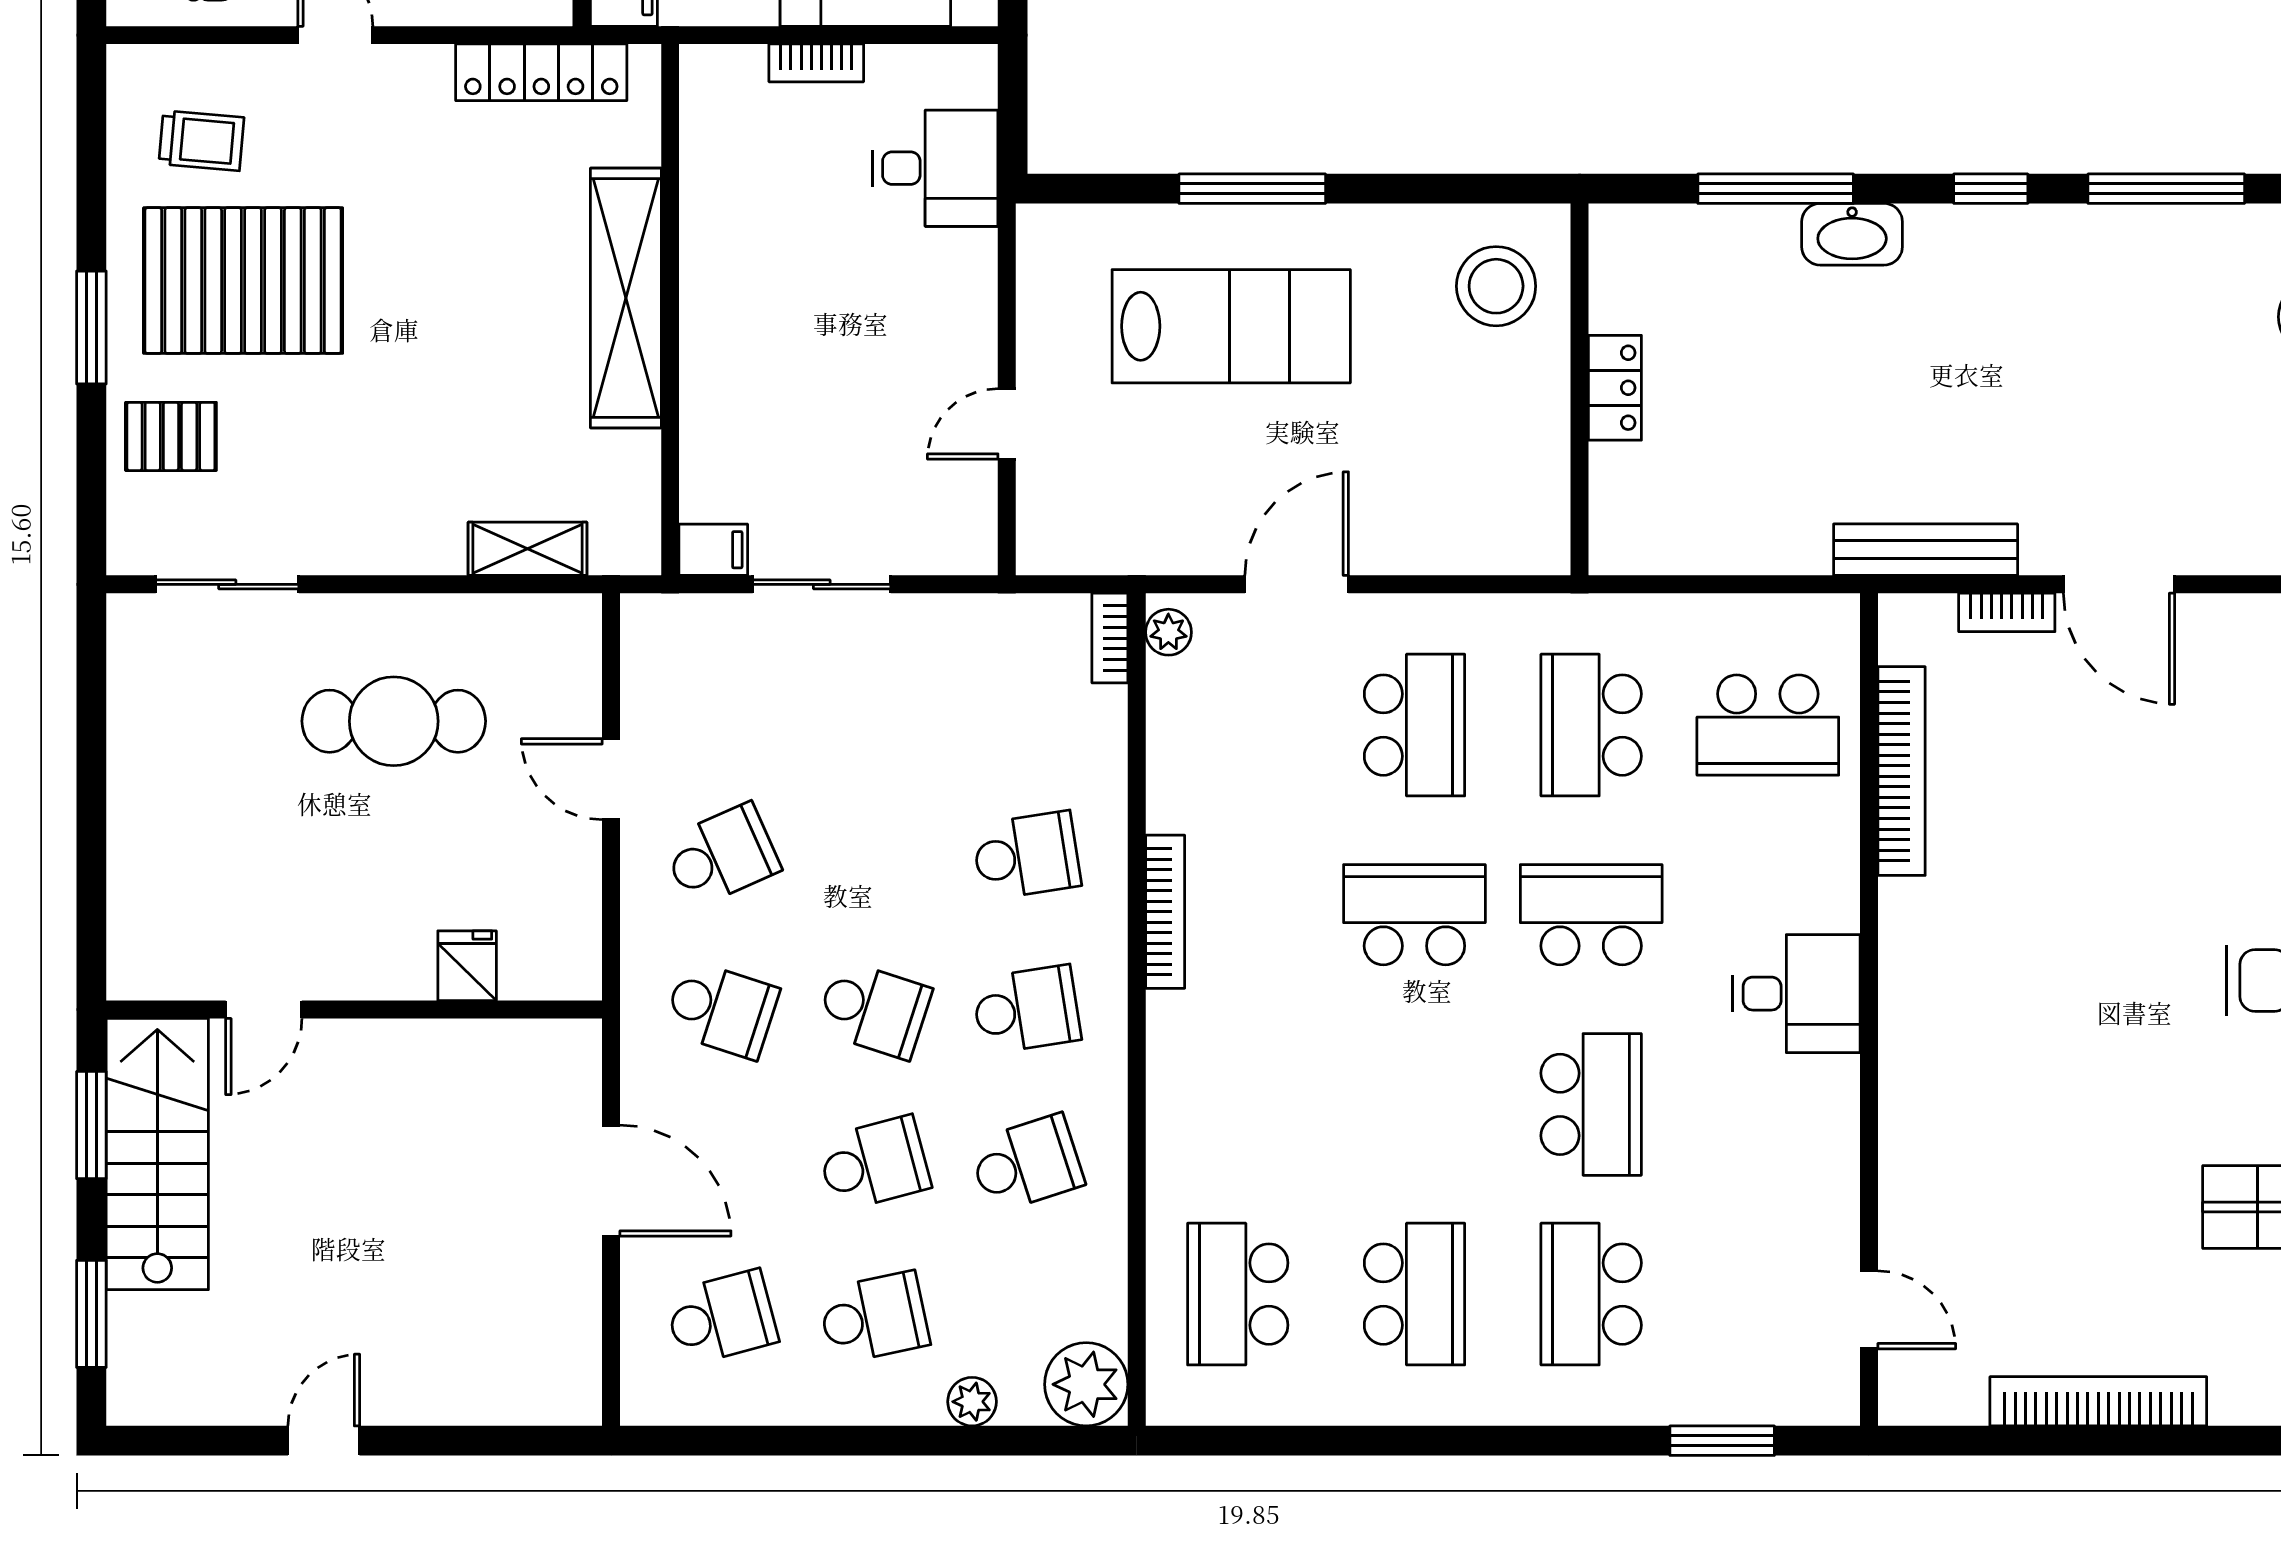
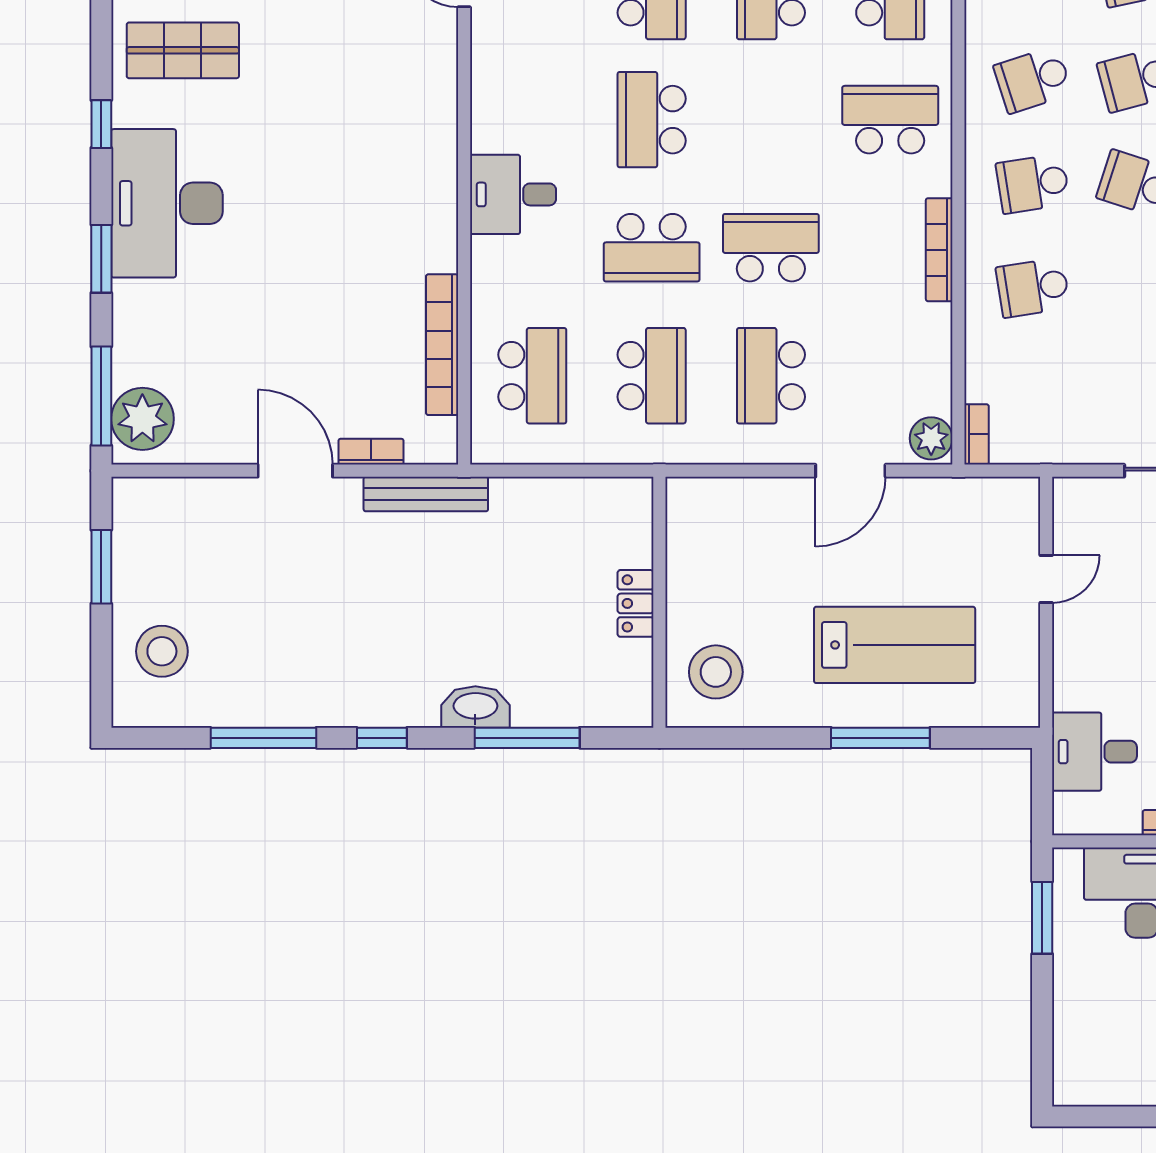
lab bench: (1231, 326) -> (895, 645), turned 180
plant: (1168, 632) -> (931, 438), width x1.38, depth x1.38
school desk: (1768, 725) -> (532, 376), turned 90
school desk: (1414, 915) -> (771, 248), turned 180
school desk: (1238, 1104) -> (890, 120), added

